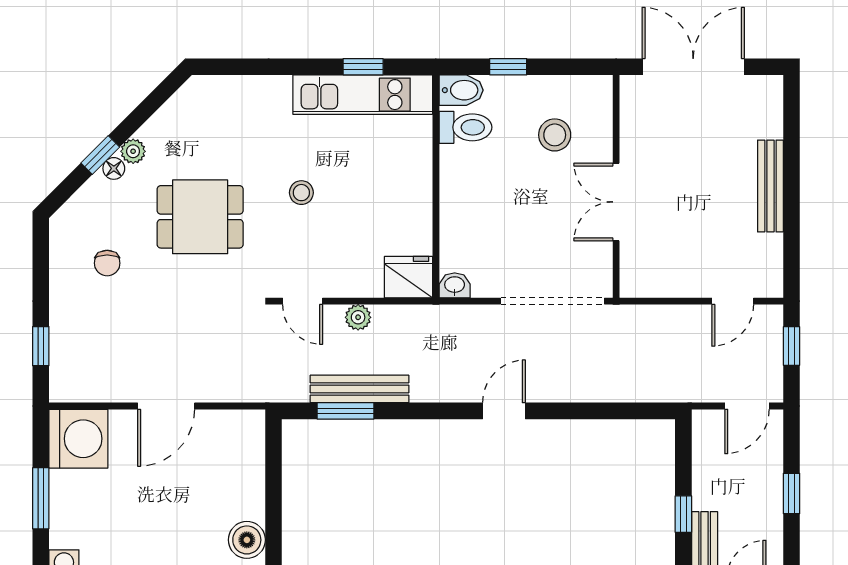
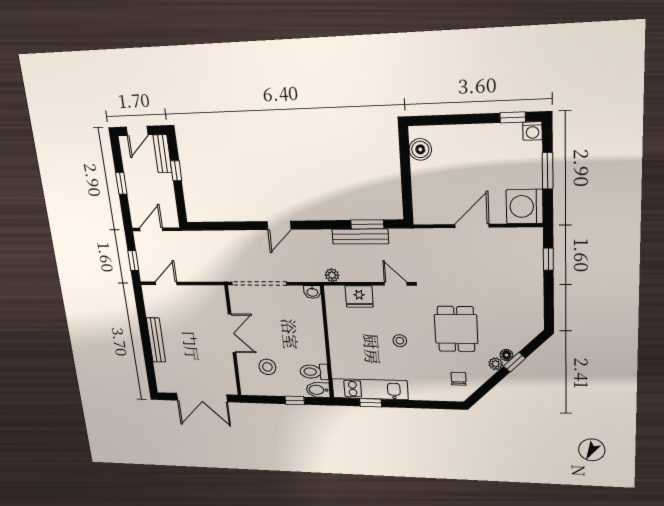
dining table: (200, 217) -> (456, 329), turned 90
chair: (107, 263) -> (459, 379), moved
fridge: (408, 277) -> (359, 296), moved
plant: (358, 317) -> (332, 275), moved

